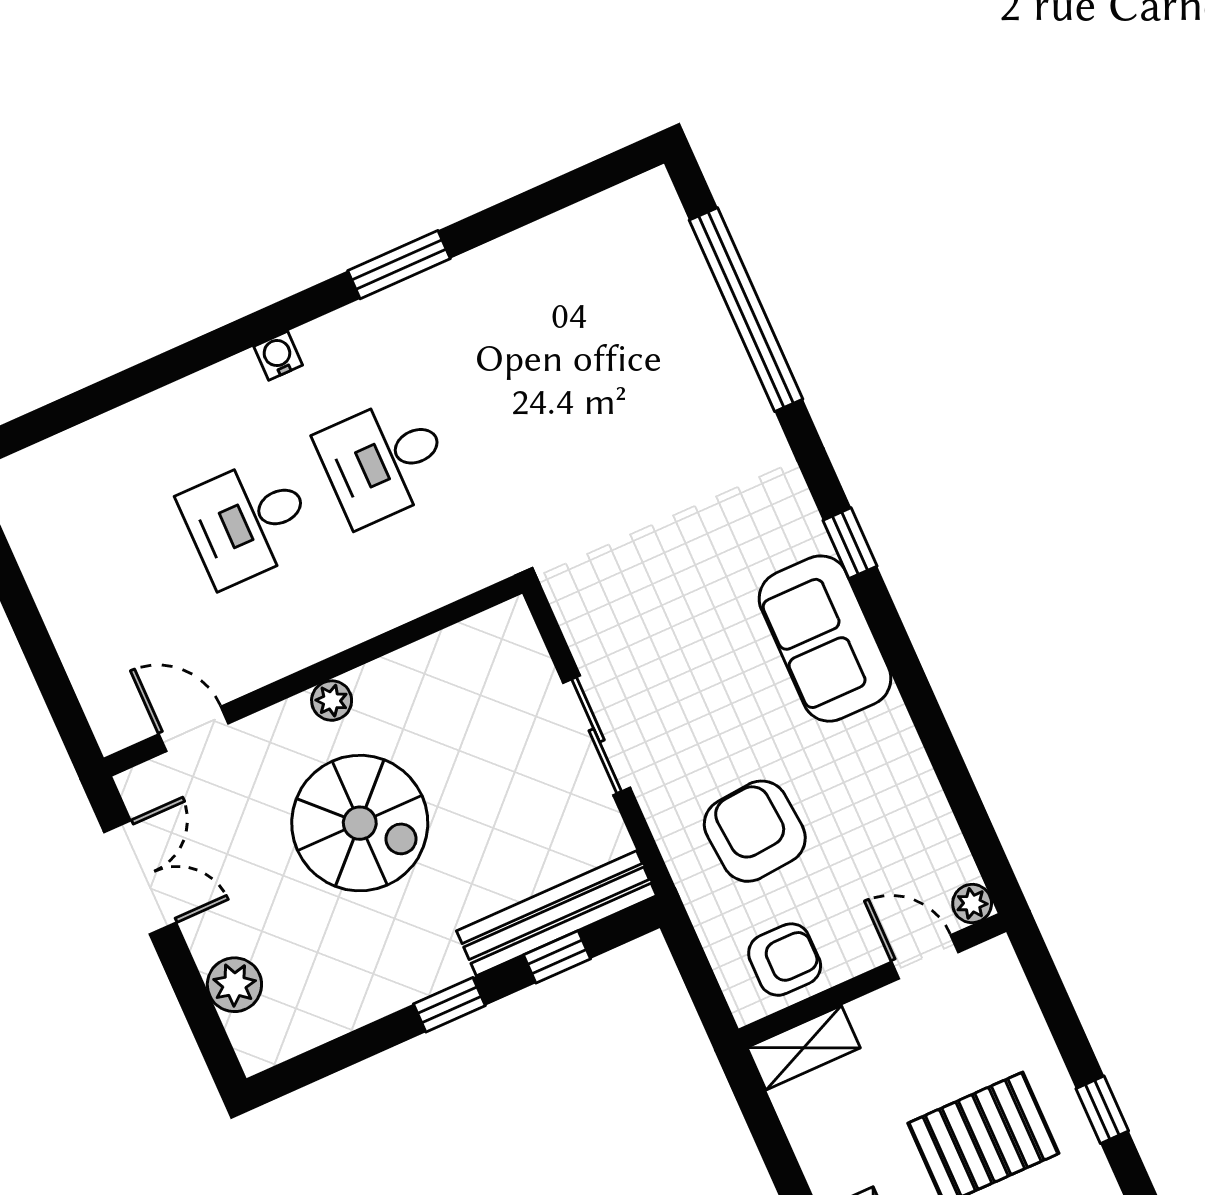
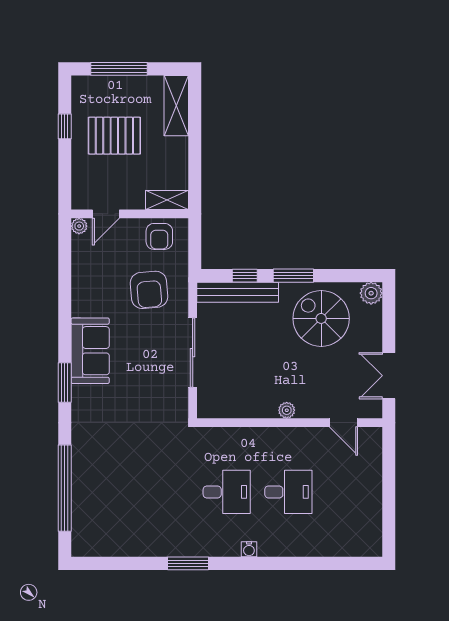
window: (850, 543) -> (65, 382), width x1.50
sliding door: (597, 735) -> (193, 353), width x1.37
spiral stairs: (360, 823) -> (321, 318), moved
door: (925, 957) -> (106, 214), hinge flipped
armchair: (785, 960) -> (159, 236), turned -90
plant: (234, 985) -> (371, 293), moved
window: (449, 1005) -> (293, 276), width x1.50

